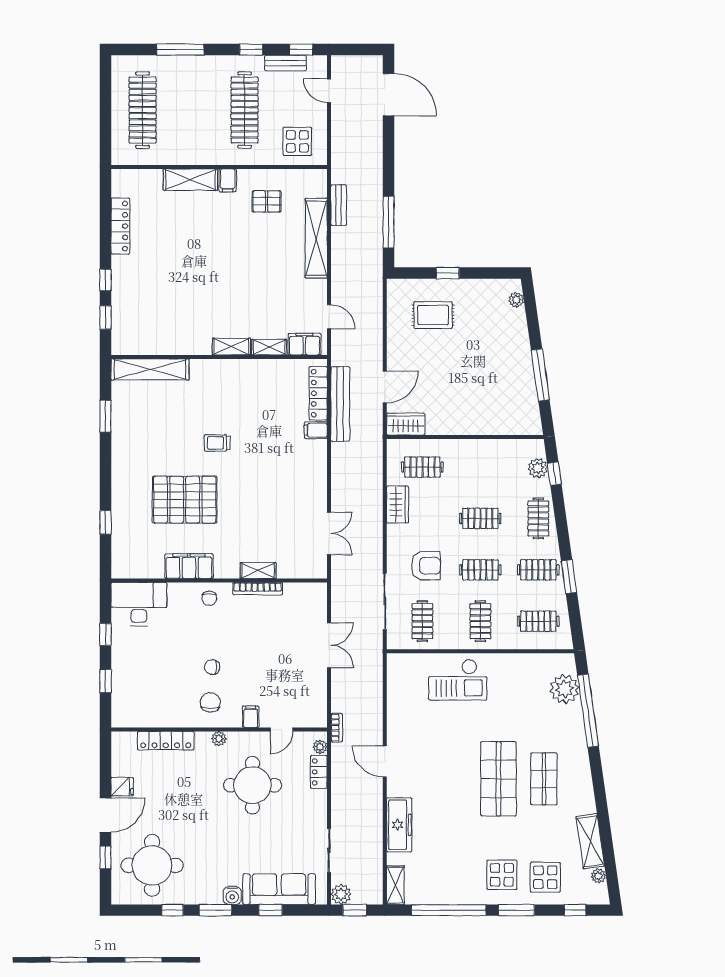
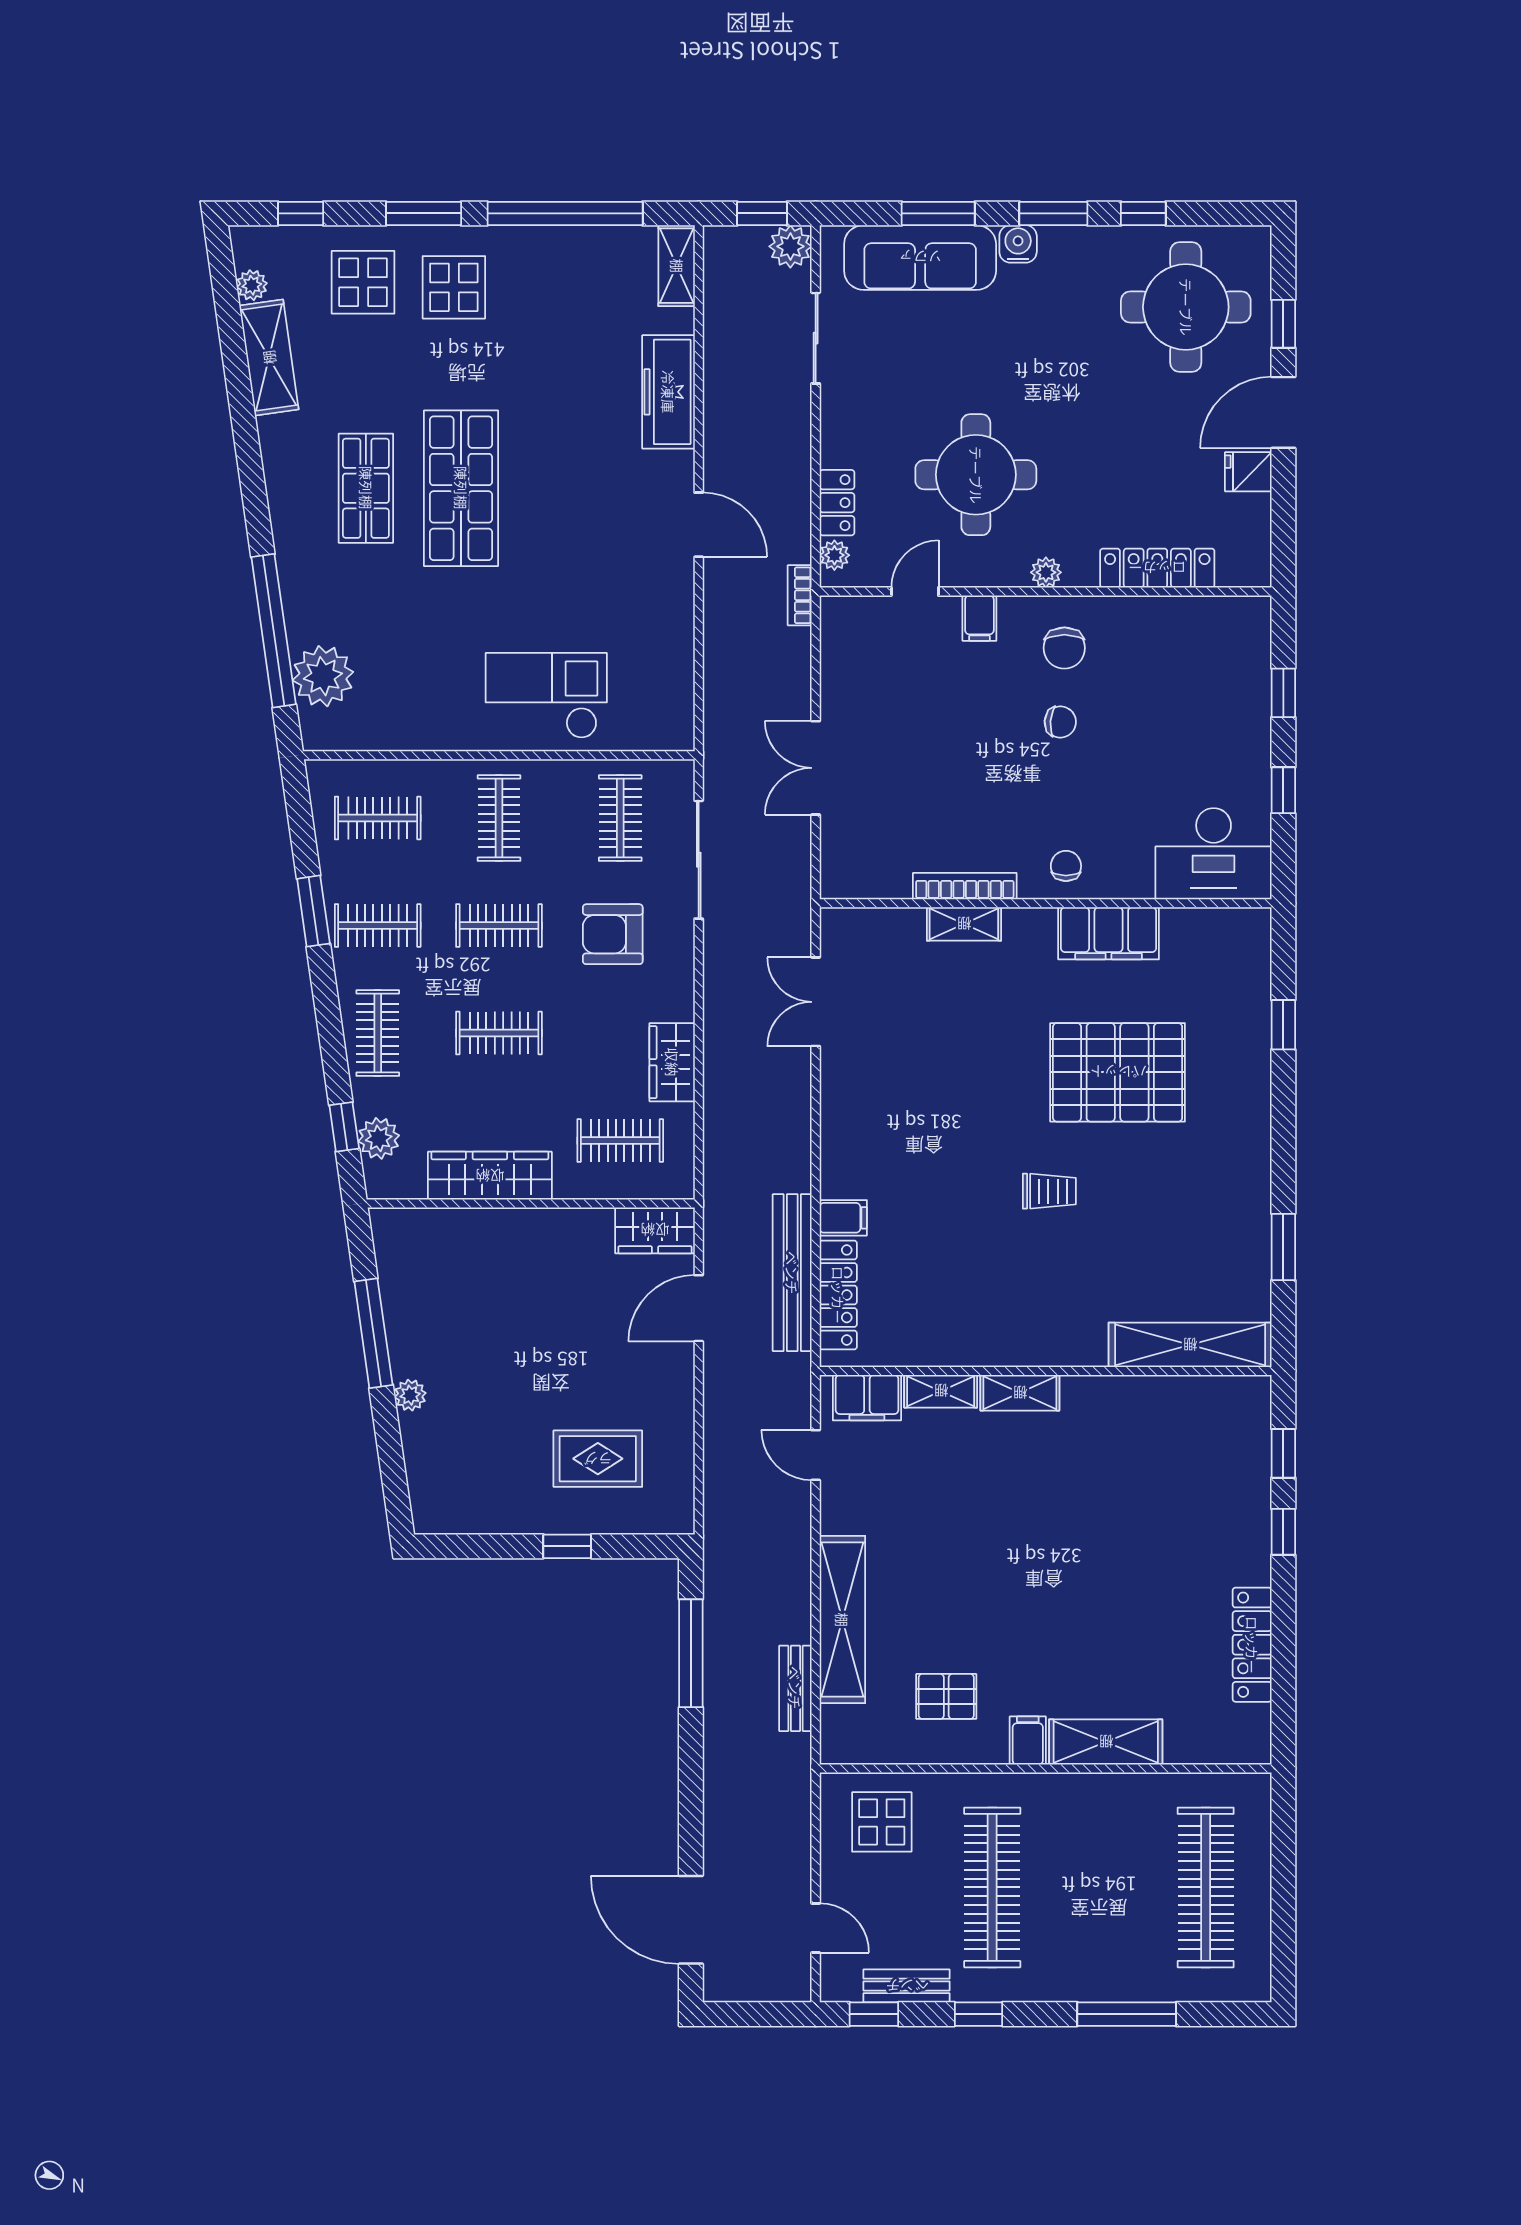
plant: (516, 300) -> (410, 1395), moved
wardrobe: (485, 450) -> (490, 1176), added
window: (270, 910) -> (938, 213), width x1.50

